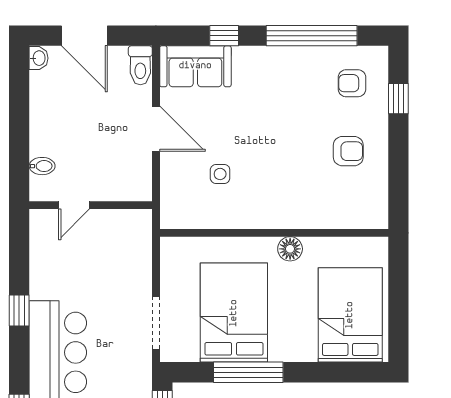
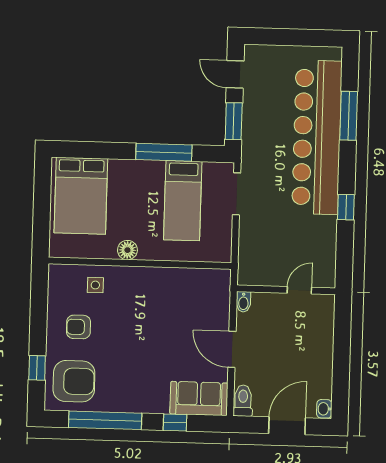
door: (84, 36) -> (287, 426), hinge flipped
armchair: (352, 83) -> (74, 381), width x1.88, depth x1.88
bidet: (42, 166) -> (243, 302), moved, turned -90
side table: (220, 174) -> (95, 285), moved
bed: (234, 313) -> (183, 201), width x0.67

